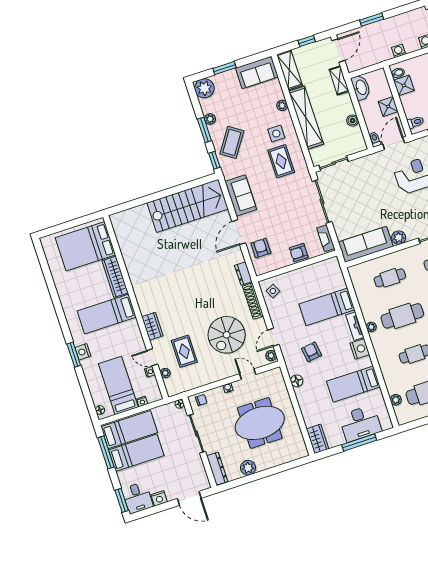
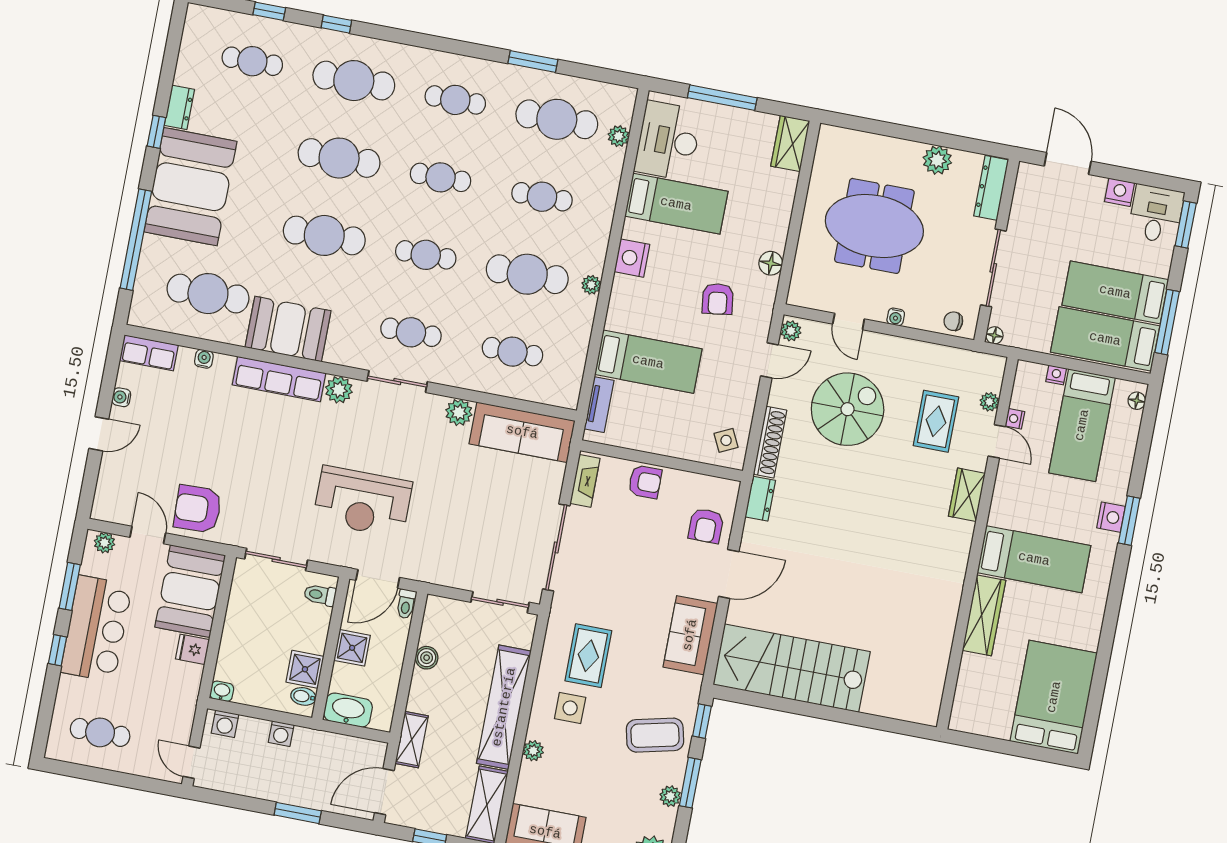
washbasin: (361, 87) -> (348, 710), moved, turned 90
coffee table: (232, 142) -> (655, 735), turned 43
bed: (85, 246) -> (1054, 697), moved, turned -90
tv unit: (355, 326) -> (599, 405), moved
desk: (360, 423) -> (668, 141), moved, turned -90

